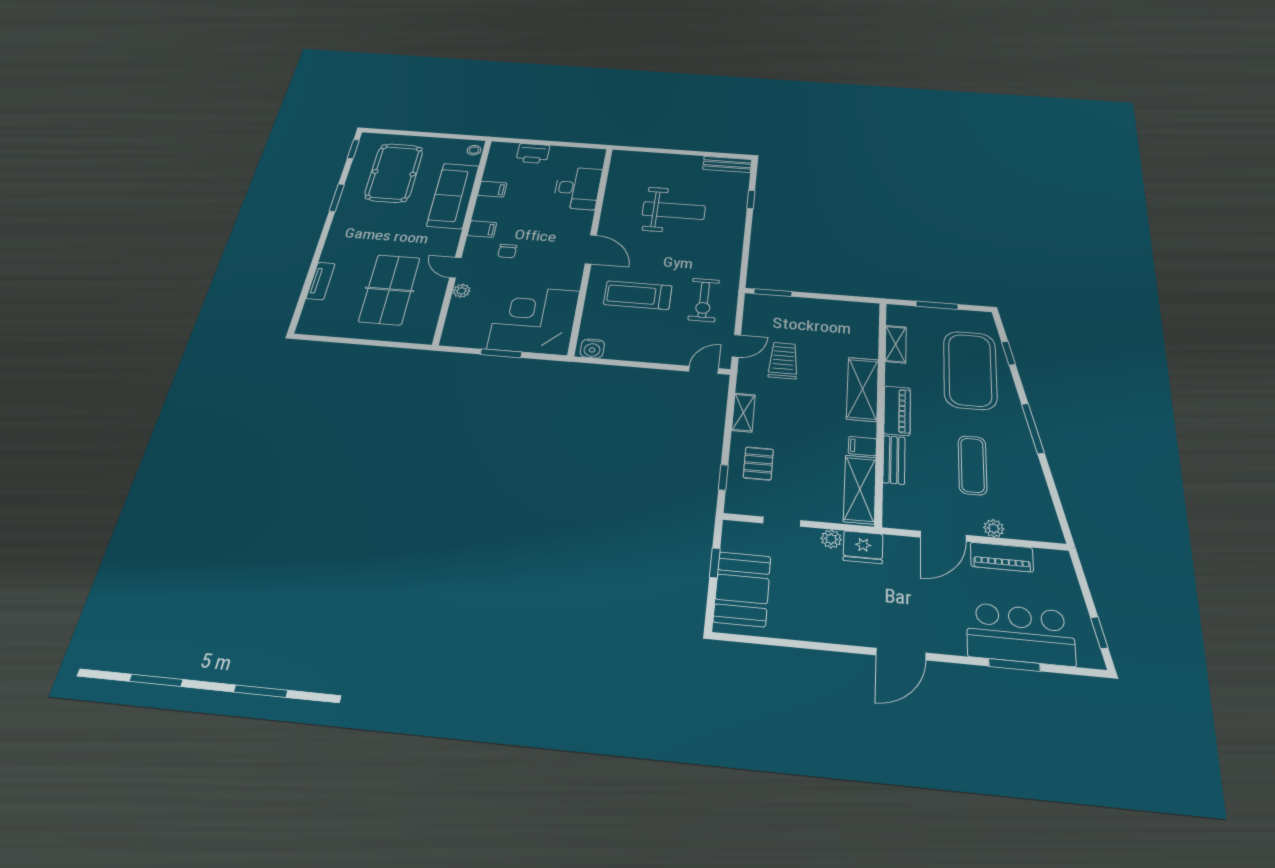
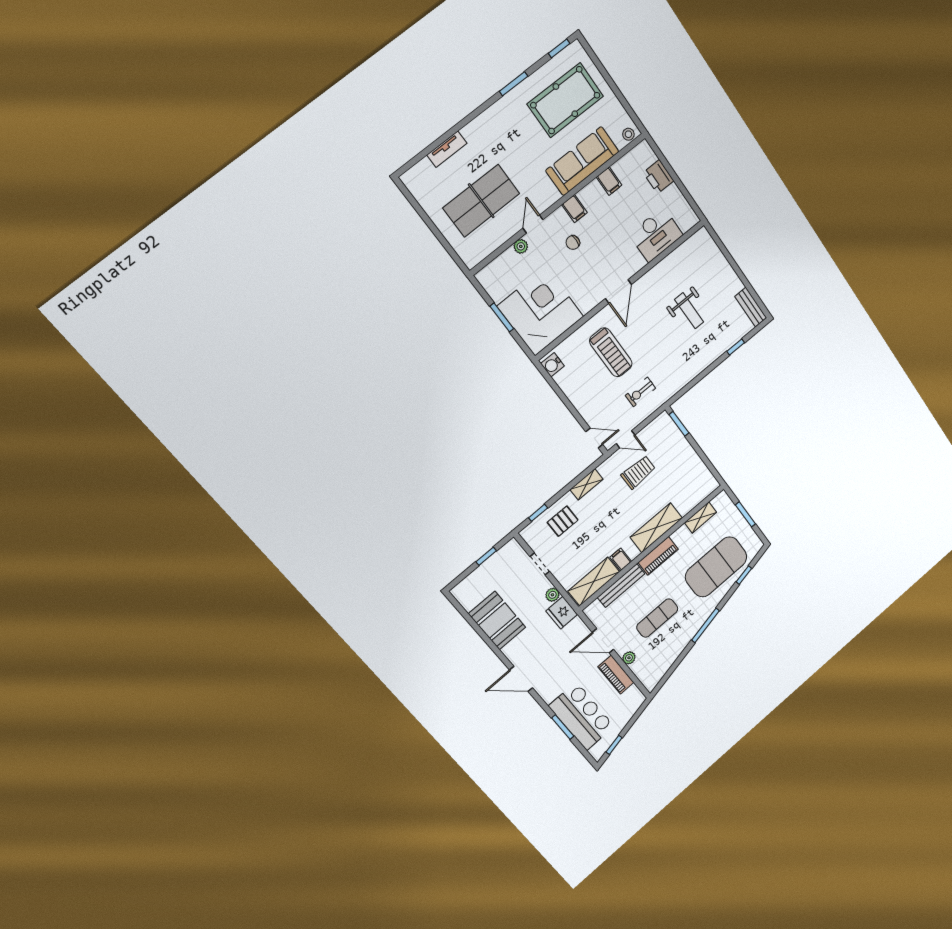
weight bench: (674, 211) -> (689, 311), width x0.73, depth x0.75
treadmill: (638, 295) -> (611, 352), turned 180
exercise bike: (704, 300) -> (640, 392), width x0.73, depth x0.72
bench: (894, 460) -> (621, 586), width x1.36
booth: (742, 589) -> (497, 621), moved, turned 90

